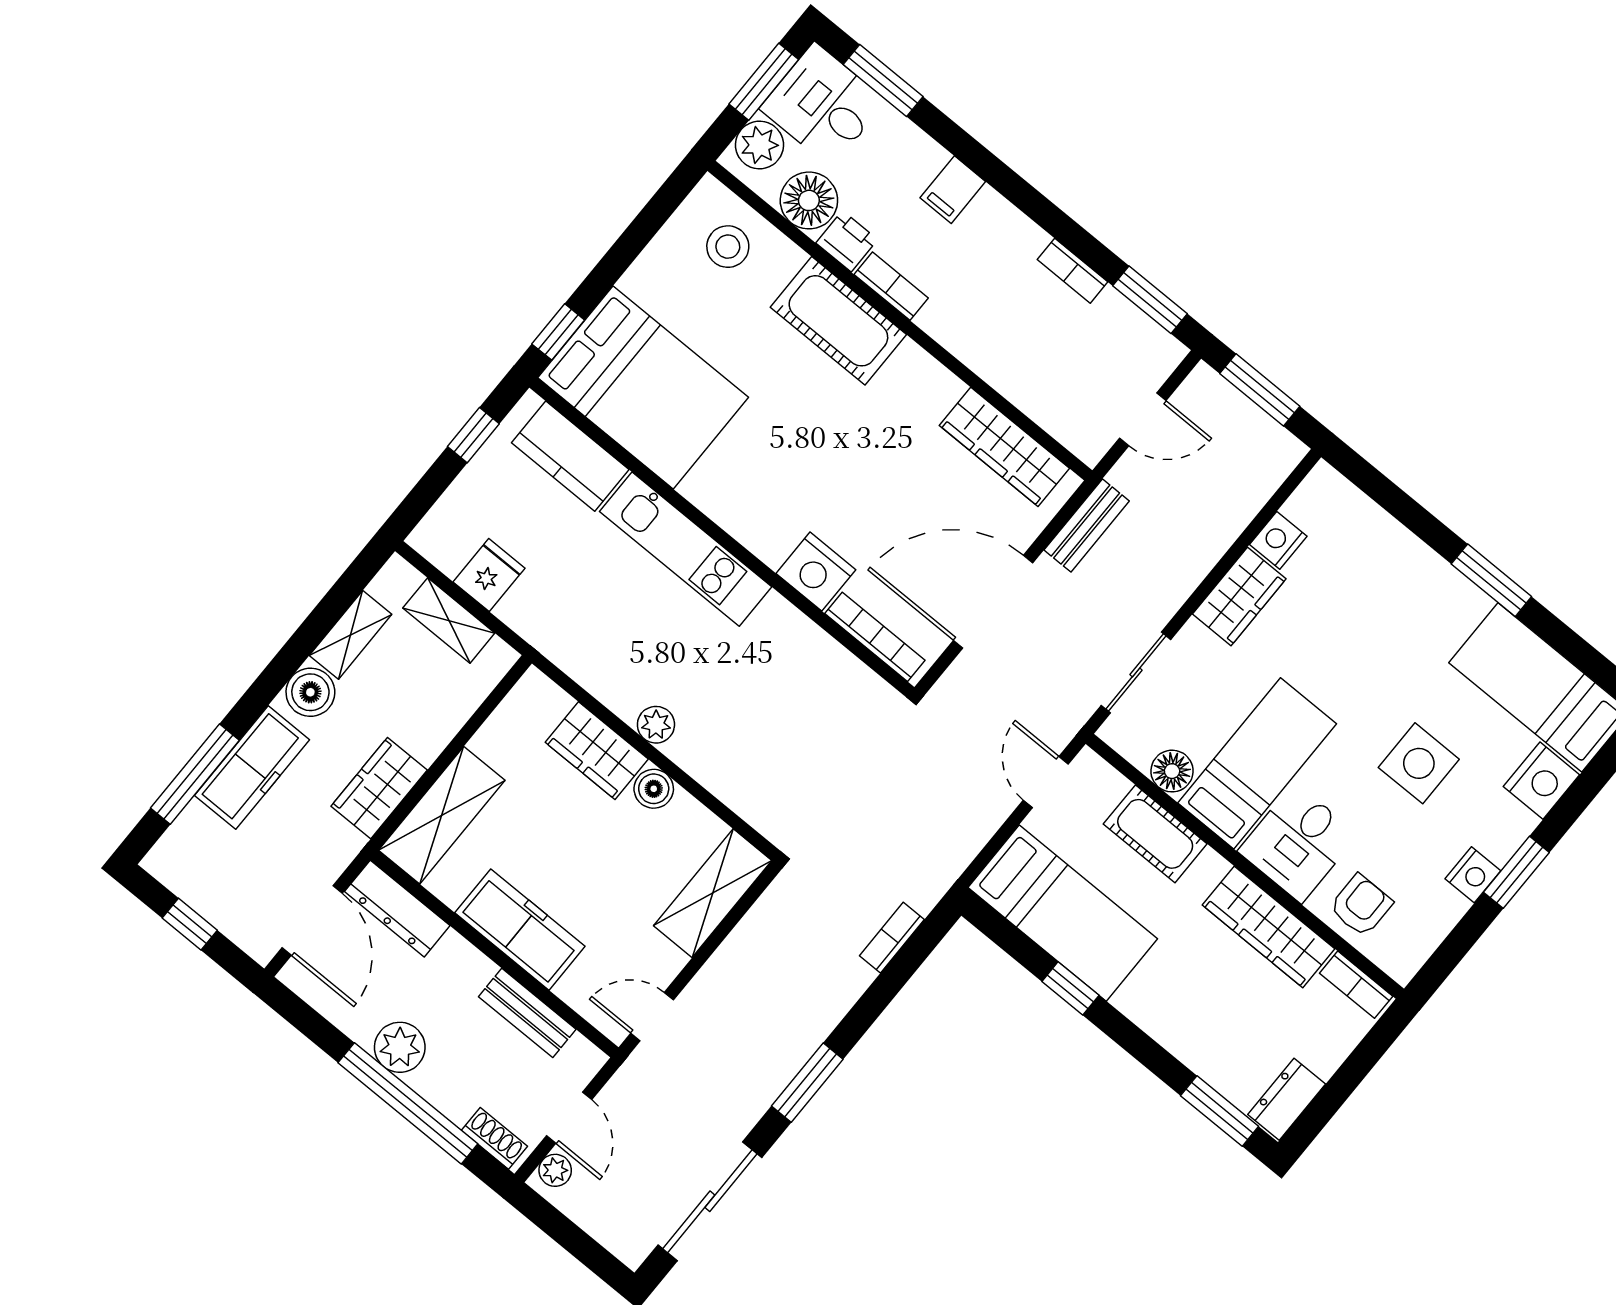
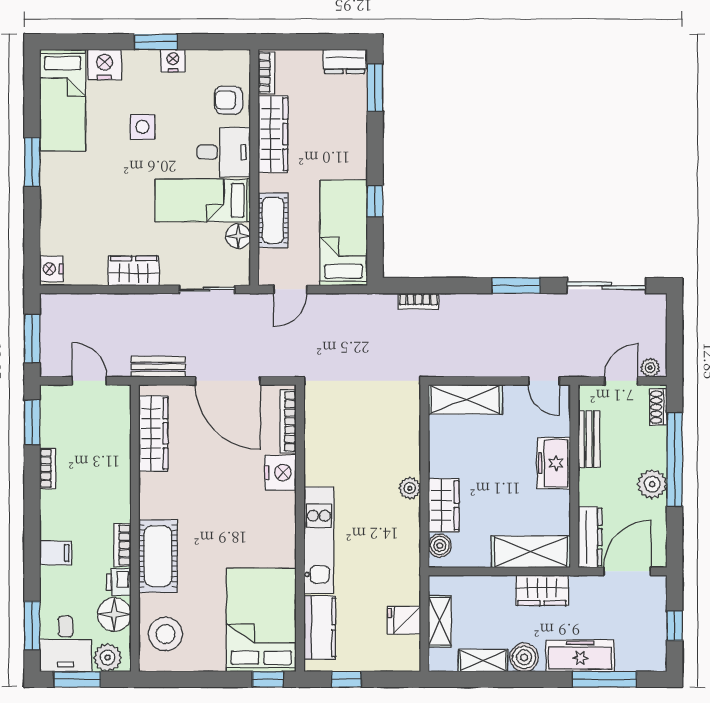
stool: (728, 247) -> (166, 634), width x1.38, depth x1.38
nightstand: (1278, 540) -> (51, 269), moved, turned 90
side table: (1419, 763) -> (142, 127), width x0.73, depth x0.73
boiler: (654, 789) -> (440, 546), moved
freezer: (520, 930) -> (554, 463), width x0.71

